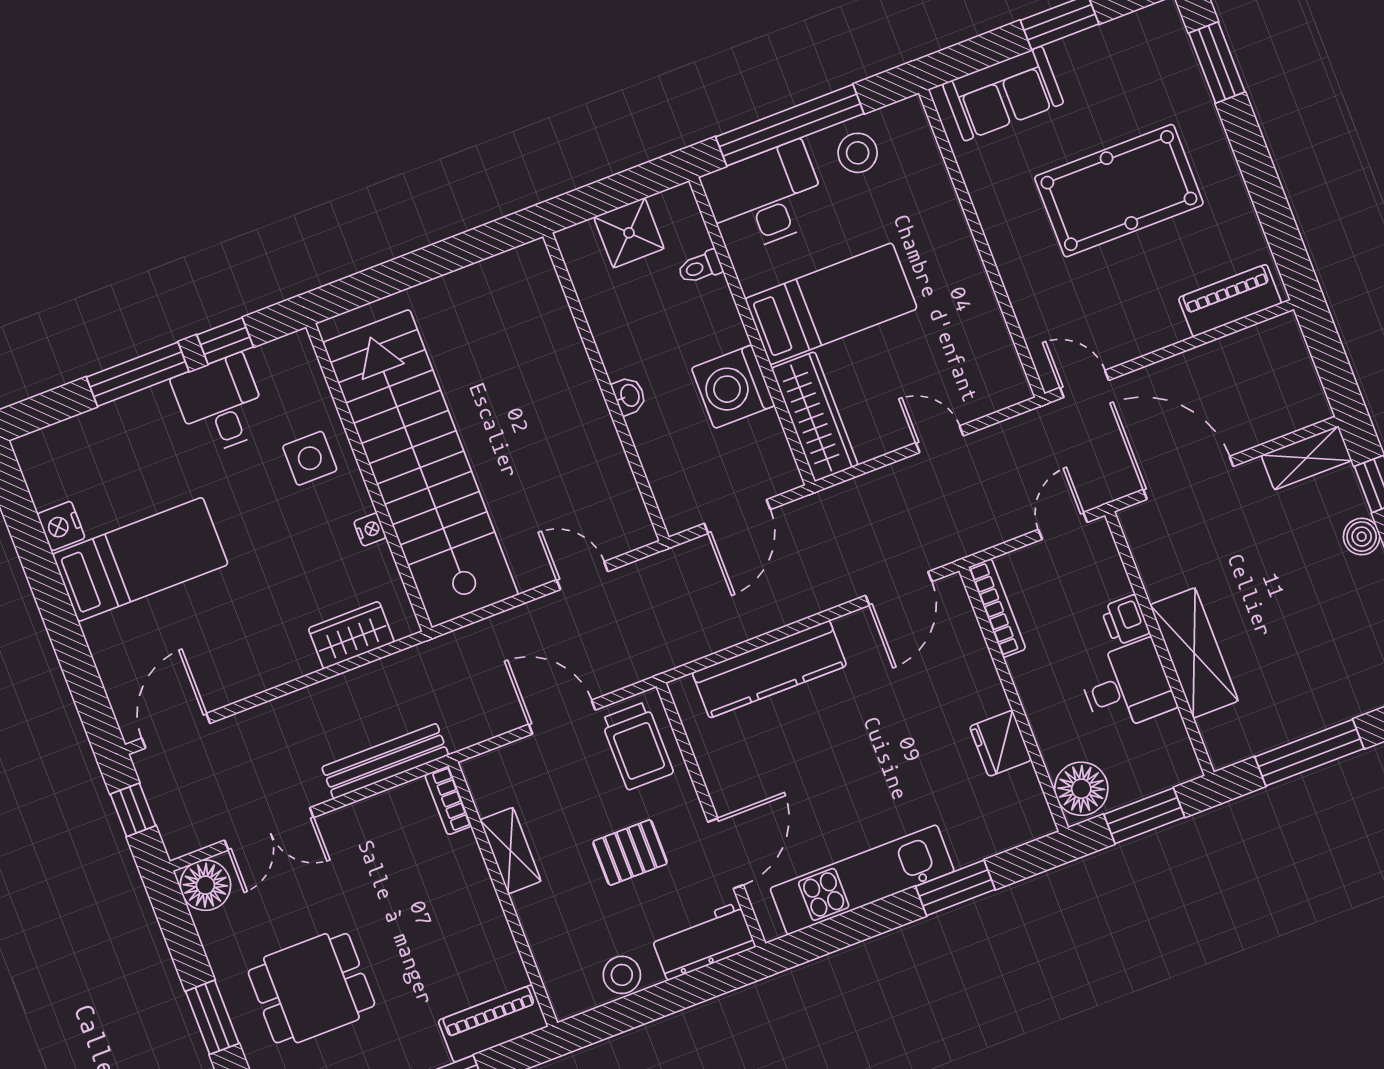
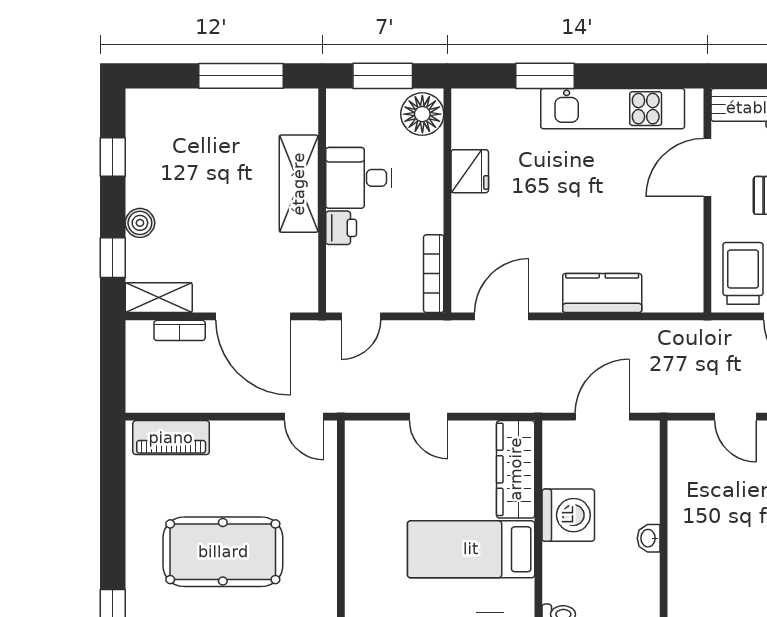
bookcase: (1268, 429) -> (180, 330), added
kitchen counter: (769, 669) -> (602, 293), width x0.67

